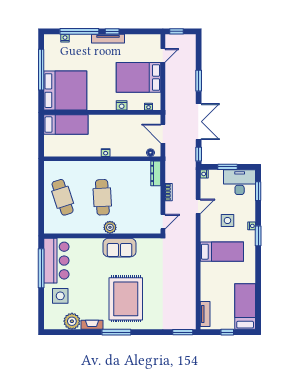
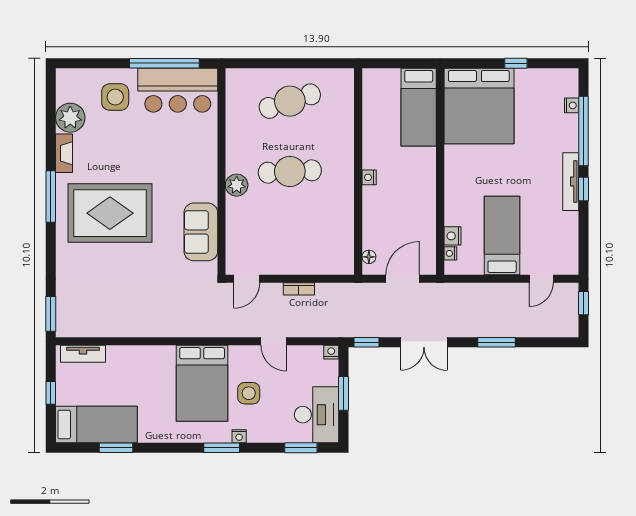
door: (163, 55) -> (541, 279), hinge flipped
window: (41, 70) -> (516, 63), width x0.32
bed: (138, 77) -> (502, 236), width x0.67
nightstand: (122, 105) -> (452, 236), moved
double door: (199, 122) -> (424, 342), width x0.73
dresser: (156, 173) -> (332, 266), removed
door: (163, 222) -> (247, 279), hinge flipped
sofa: (120, 248) -> (201, 232), moved
bed: (222, 252) -> (202, 383), width x1.50
window: (258, 295) -> (116, 448), added

